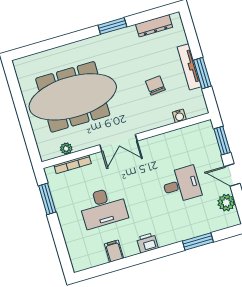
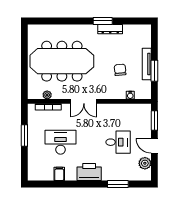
dresser: (154, 26) -> (110, 29), moved
window: (47, 199) -> (24, 135), moved
desk: (103, 207) -> (61, 142), turned 180
printer: (147, 243) -> (89, 172), width x1.87, depth x1.48

